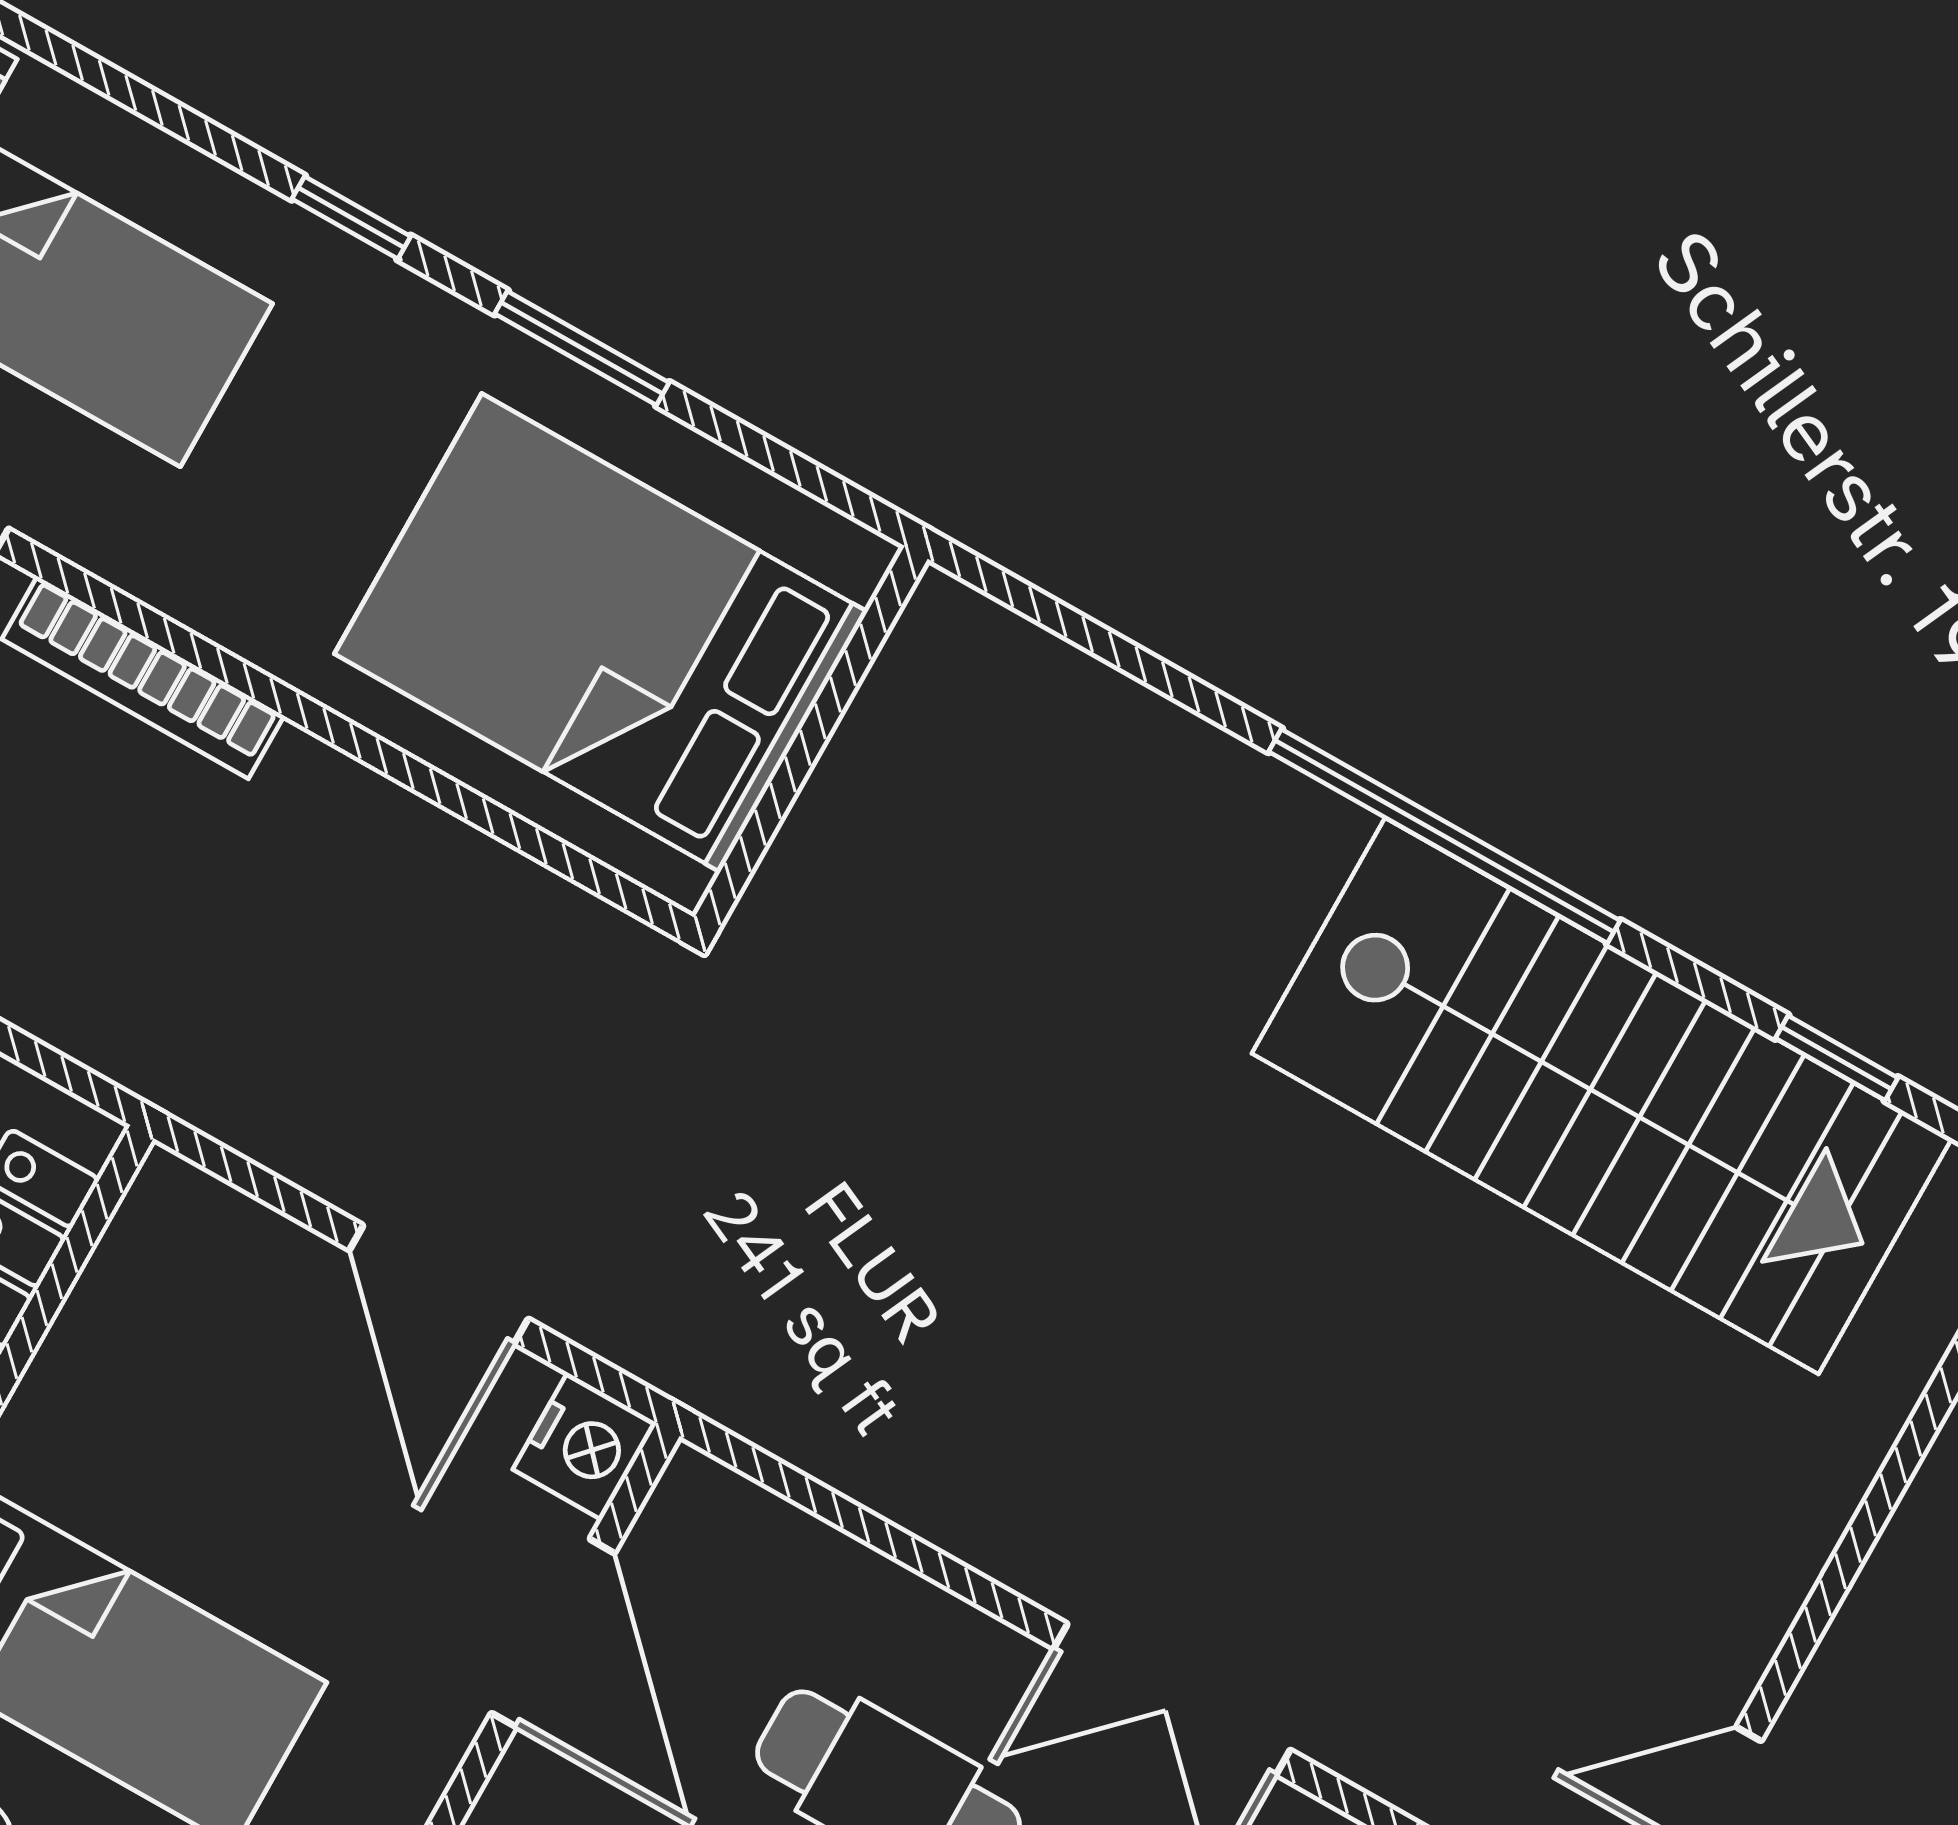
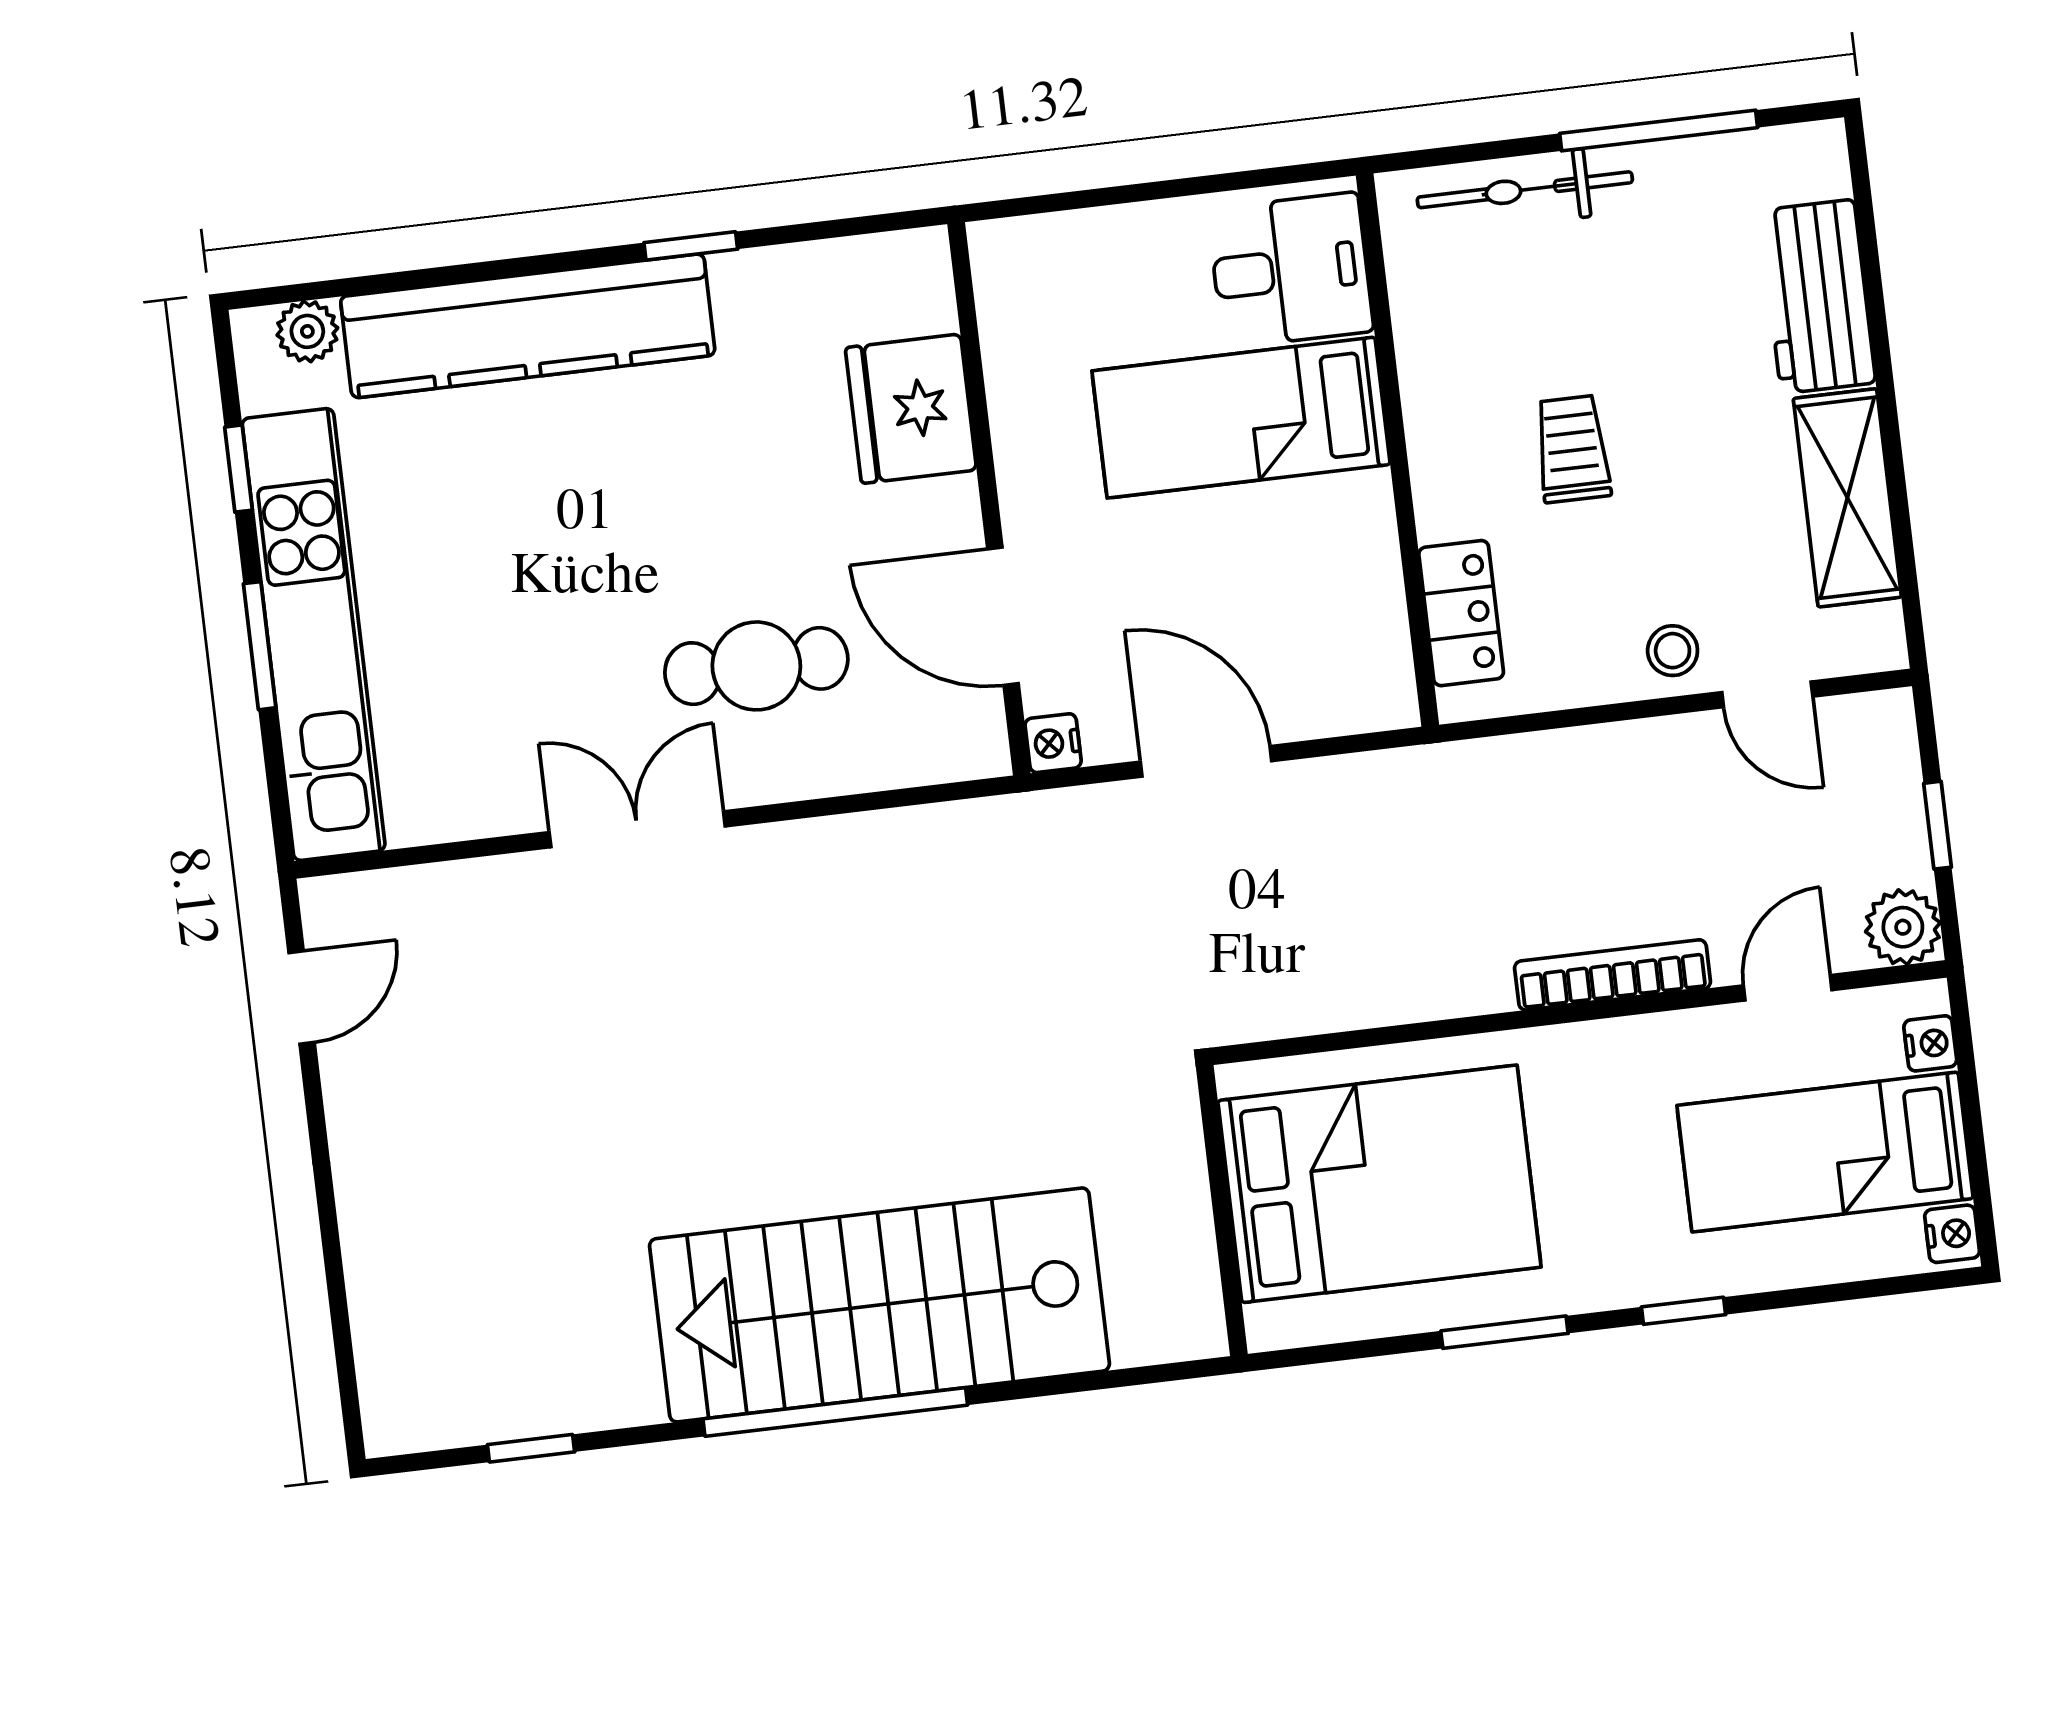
stairs: (1602, 1096) -> (879, 1305), moved
nightstand: (585, 1446) -> (1053, 743), width x0.72, depth x0.74

